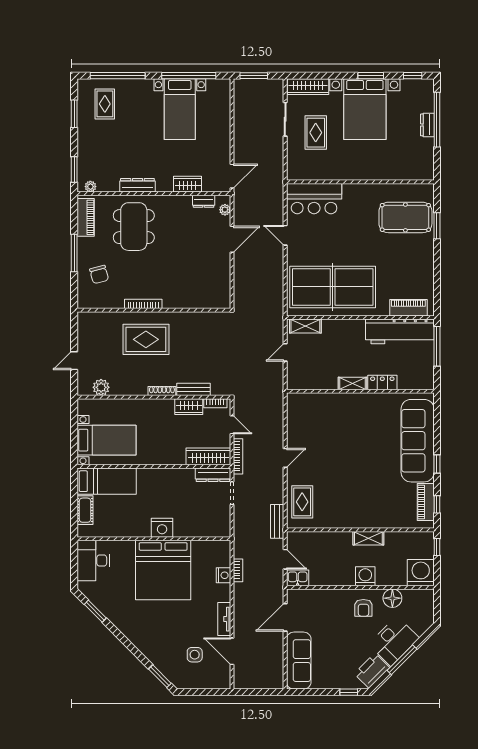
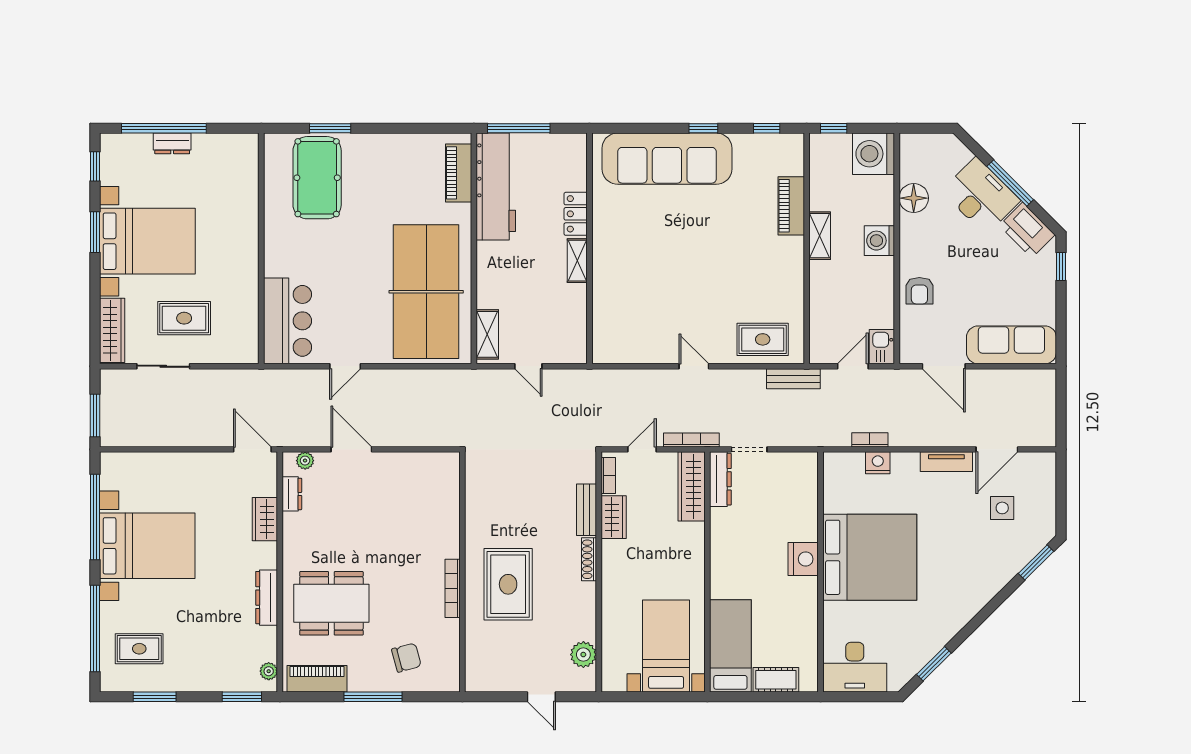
bed with nightstands: (180, 109) -> (147, 546), width x1.36
piano: (426, 502) -> (791, 206), moved, turned 90
armchair: (363, 608) -> (919, 291), moved, turned 90

